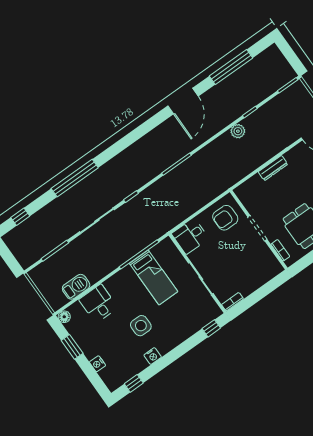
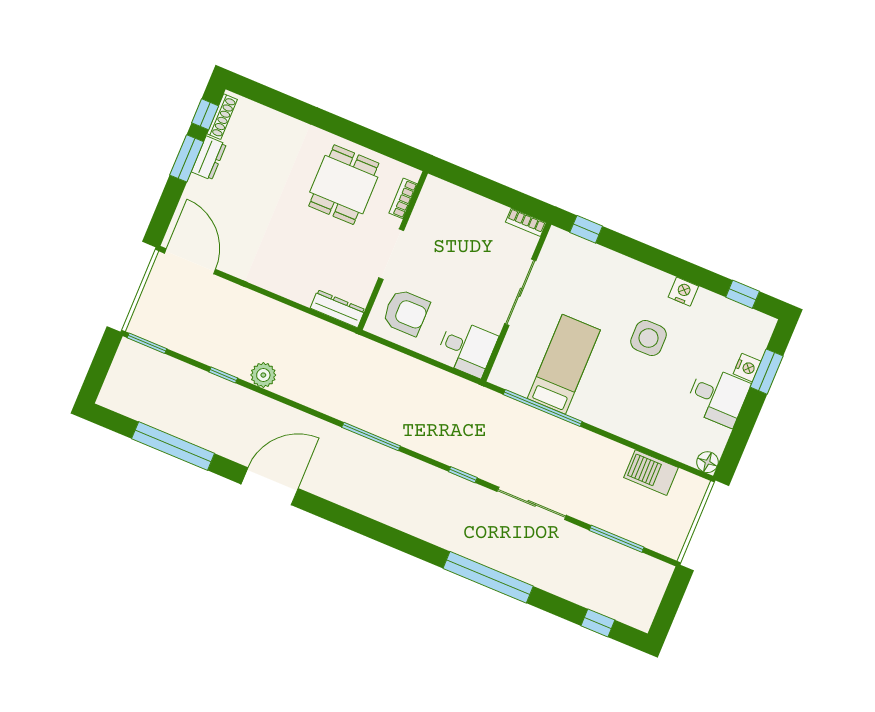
dresser: (273, 168) -> (338, 309), moved
desk: (98, 304) -> (718, 396), moved, turned -90
window: (72, 347) -> (767, 372), moved

